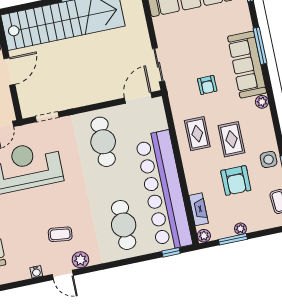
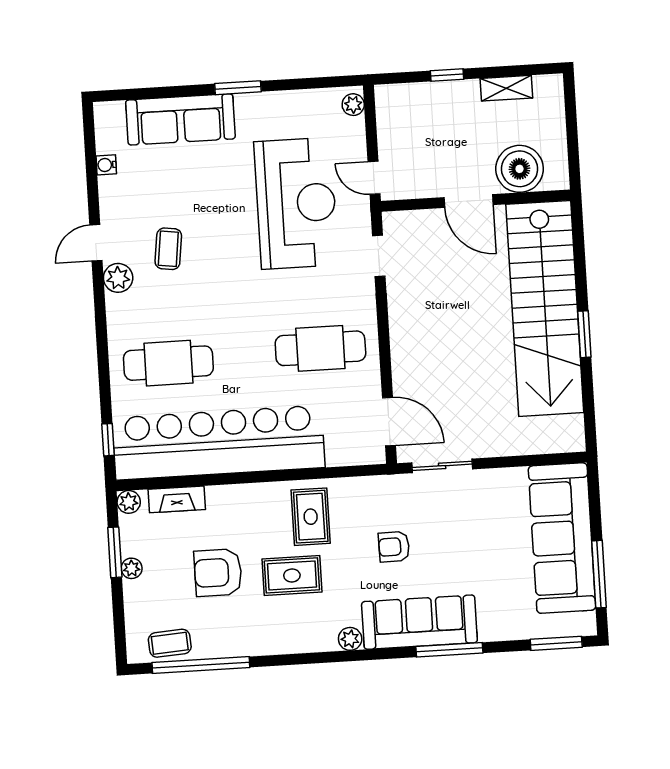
rug: (197, 134) -> (311, 517), turned 90
side table: (269, 160) -> (247, 636), removed
water cooler: (36, 272) -> (106, 165), moved

